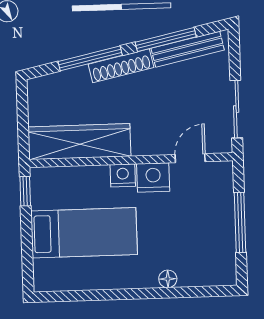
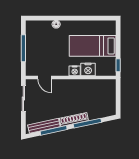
wardrobe: (79, 142) -> (93, 86), removed
door: (190, 158) -> (45, 77), hinge flipped
nightstand: (153, 177) -> (88, 69), moved

